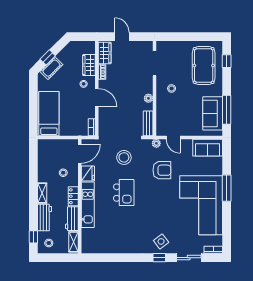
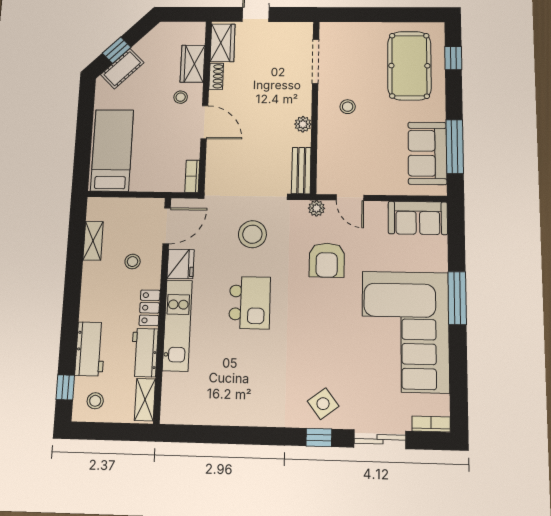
armchair: (162, 170) -> (327, 260), turned 90
shelving: (42, 193) -> (93, 241), moved

